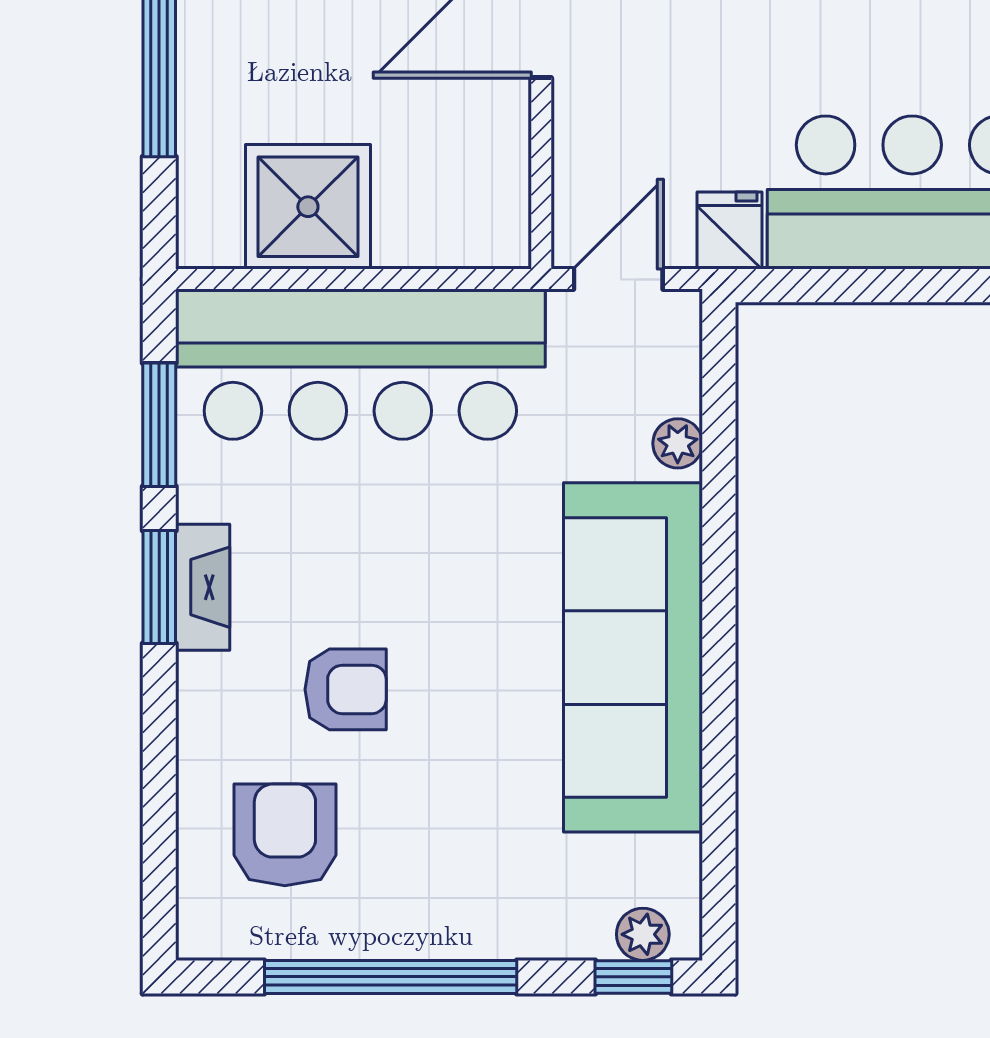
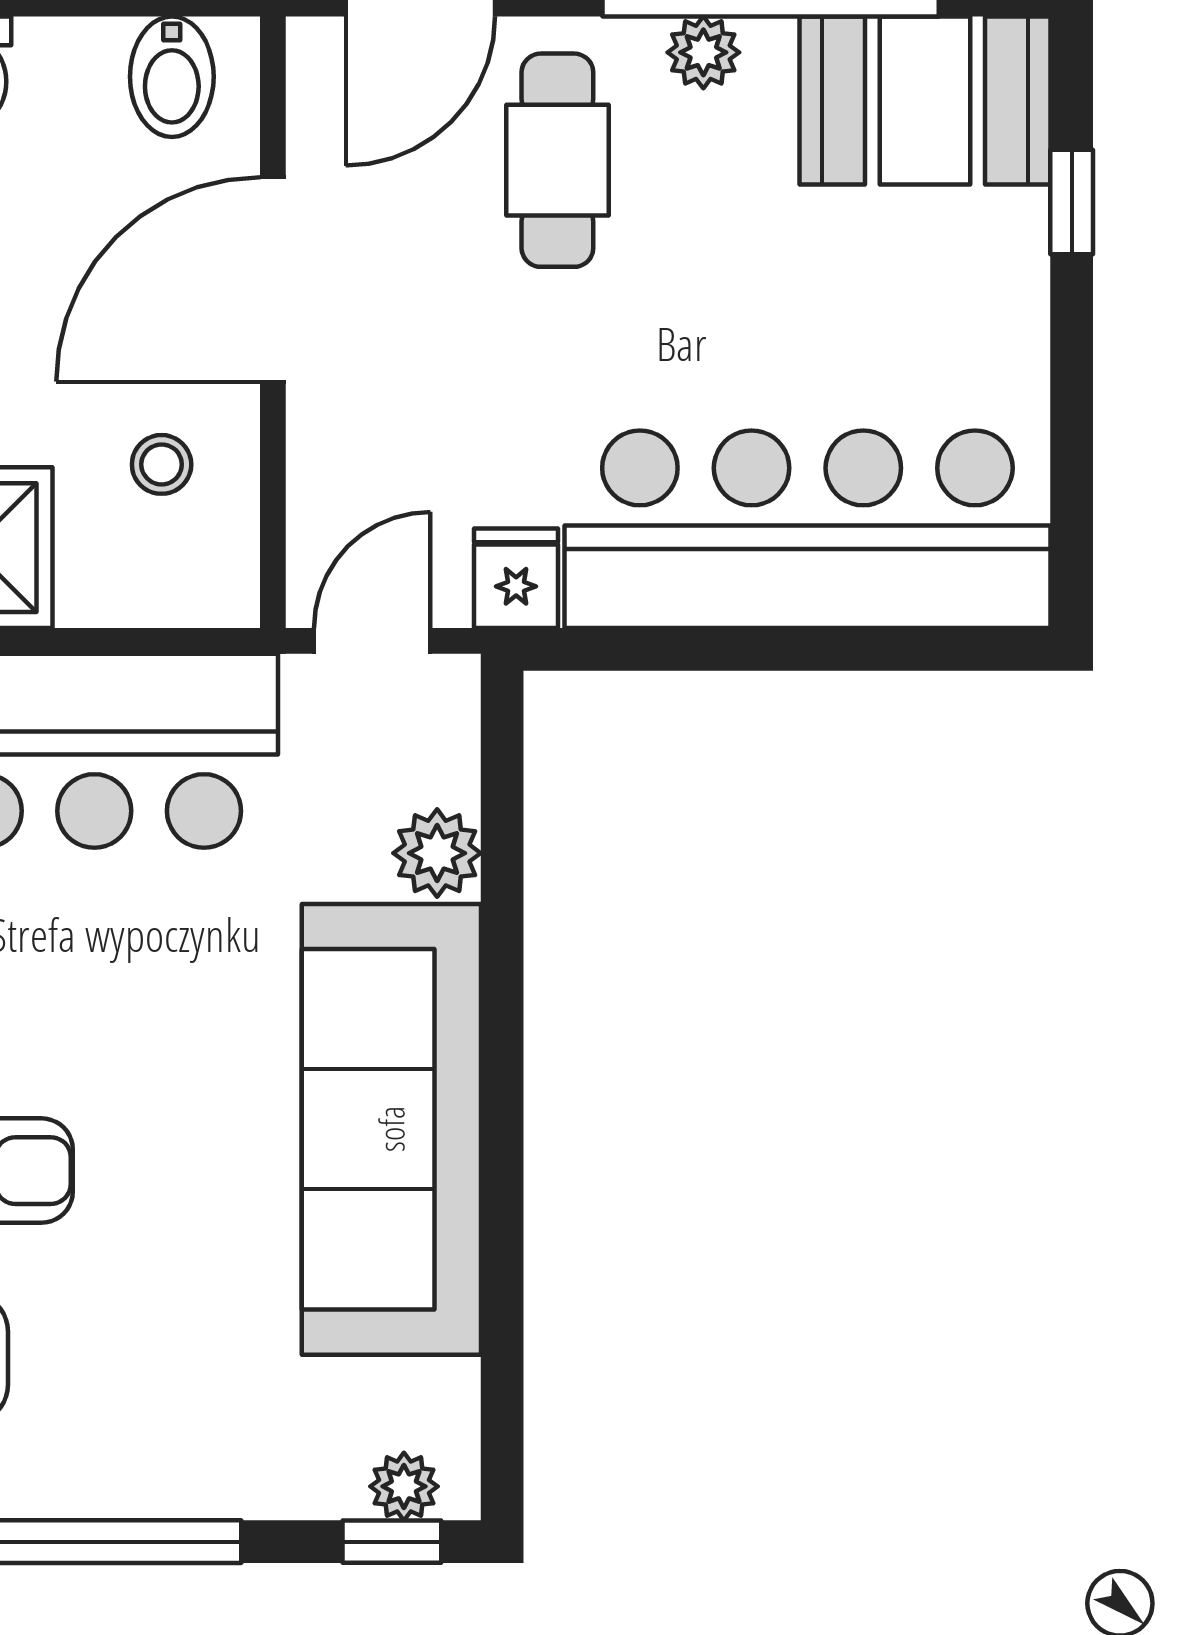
stool: (455, 142) -> (162, 464), added
plant: (678, 443) -> (437, 853), width x1.38, depth x1.38

